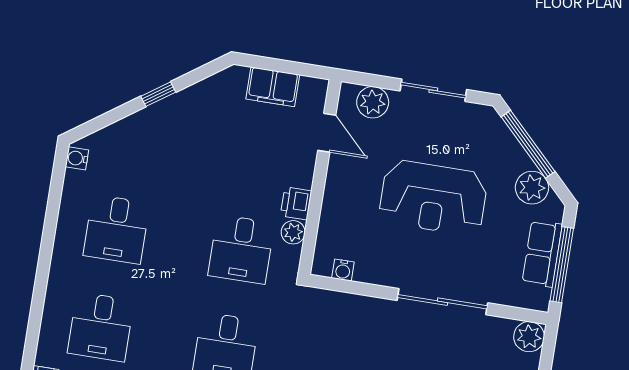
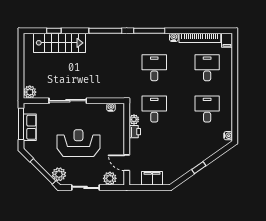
plant: (532, 188) -> (59, 174), moved

